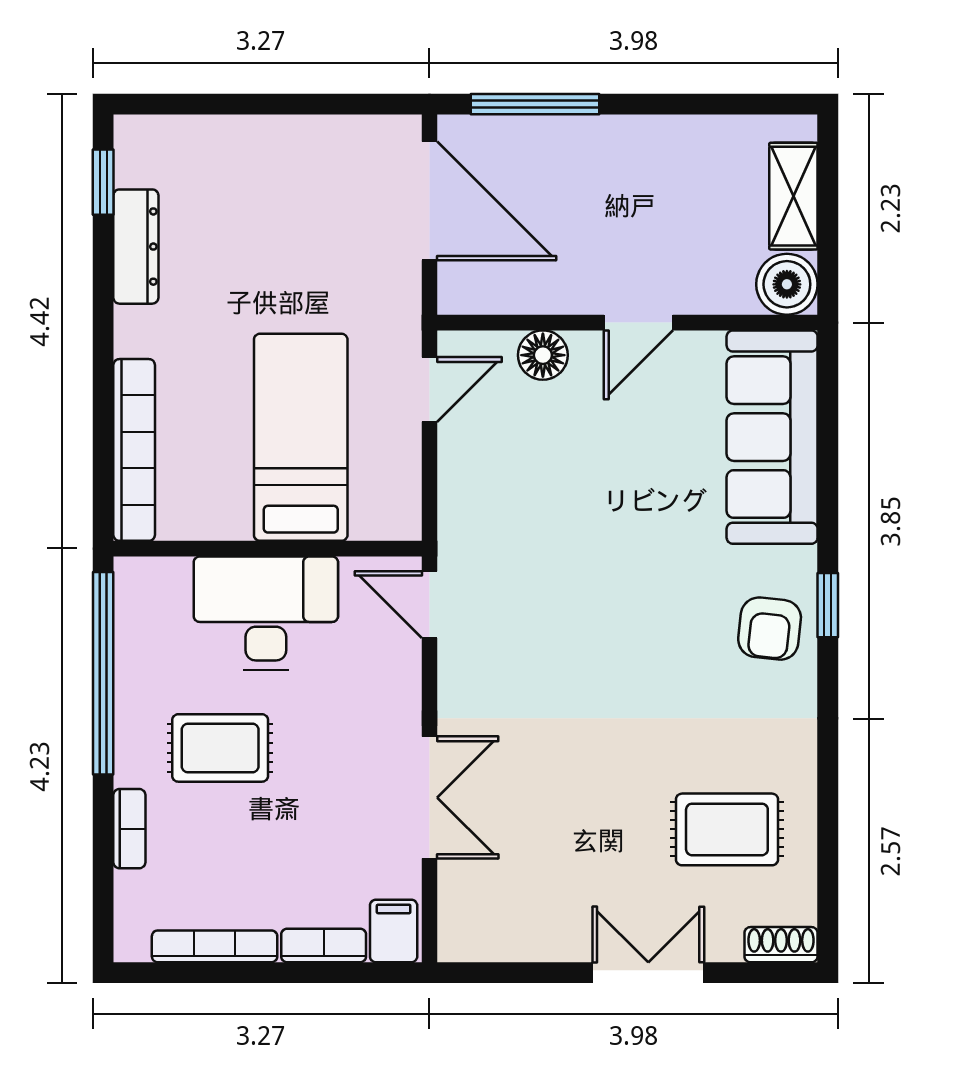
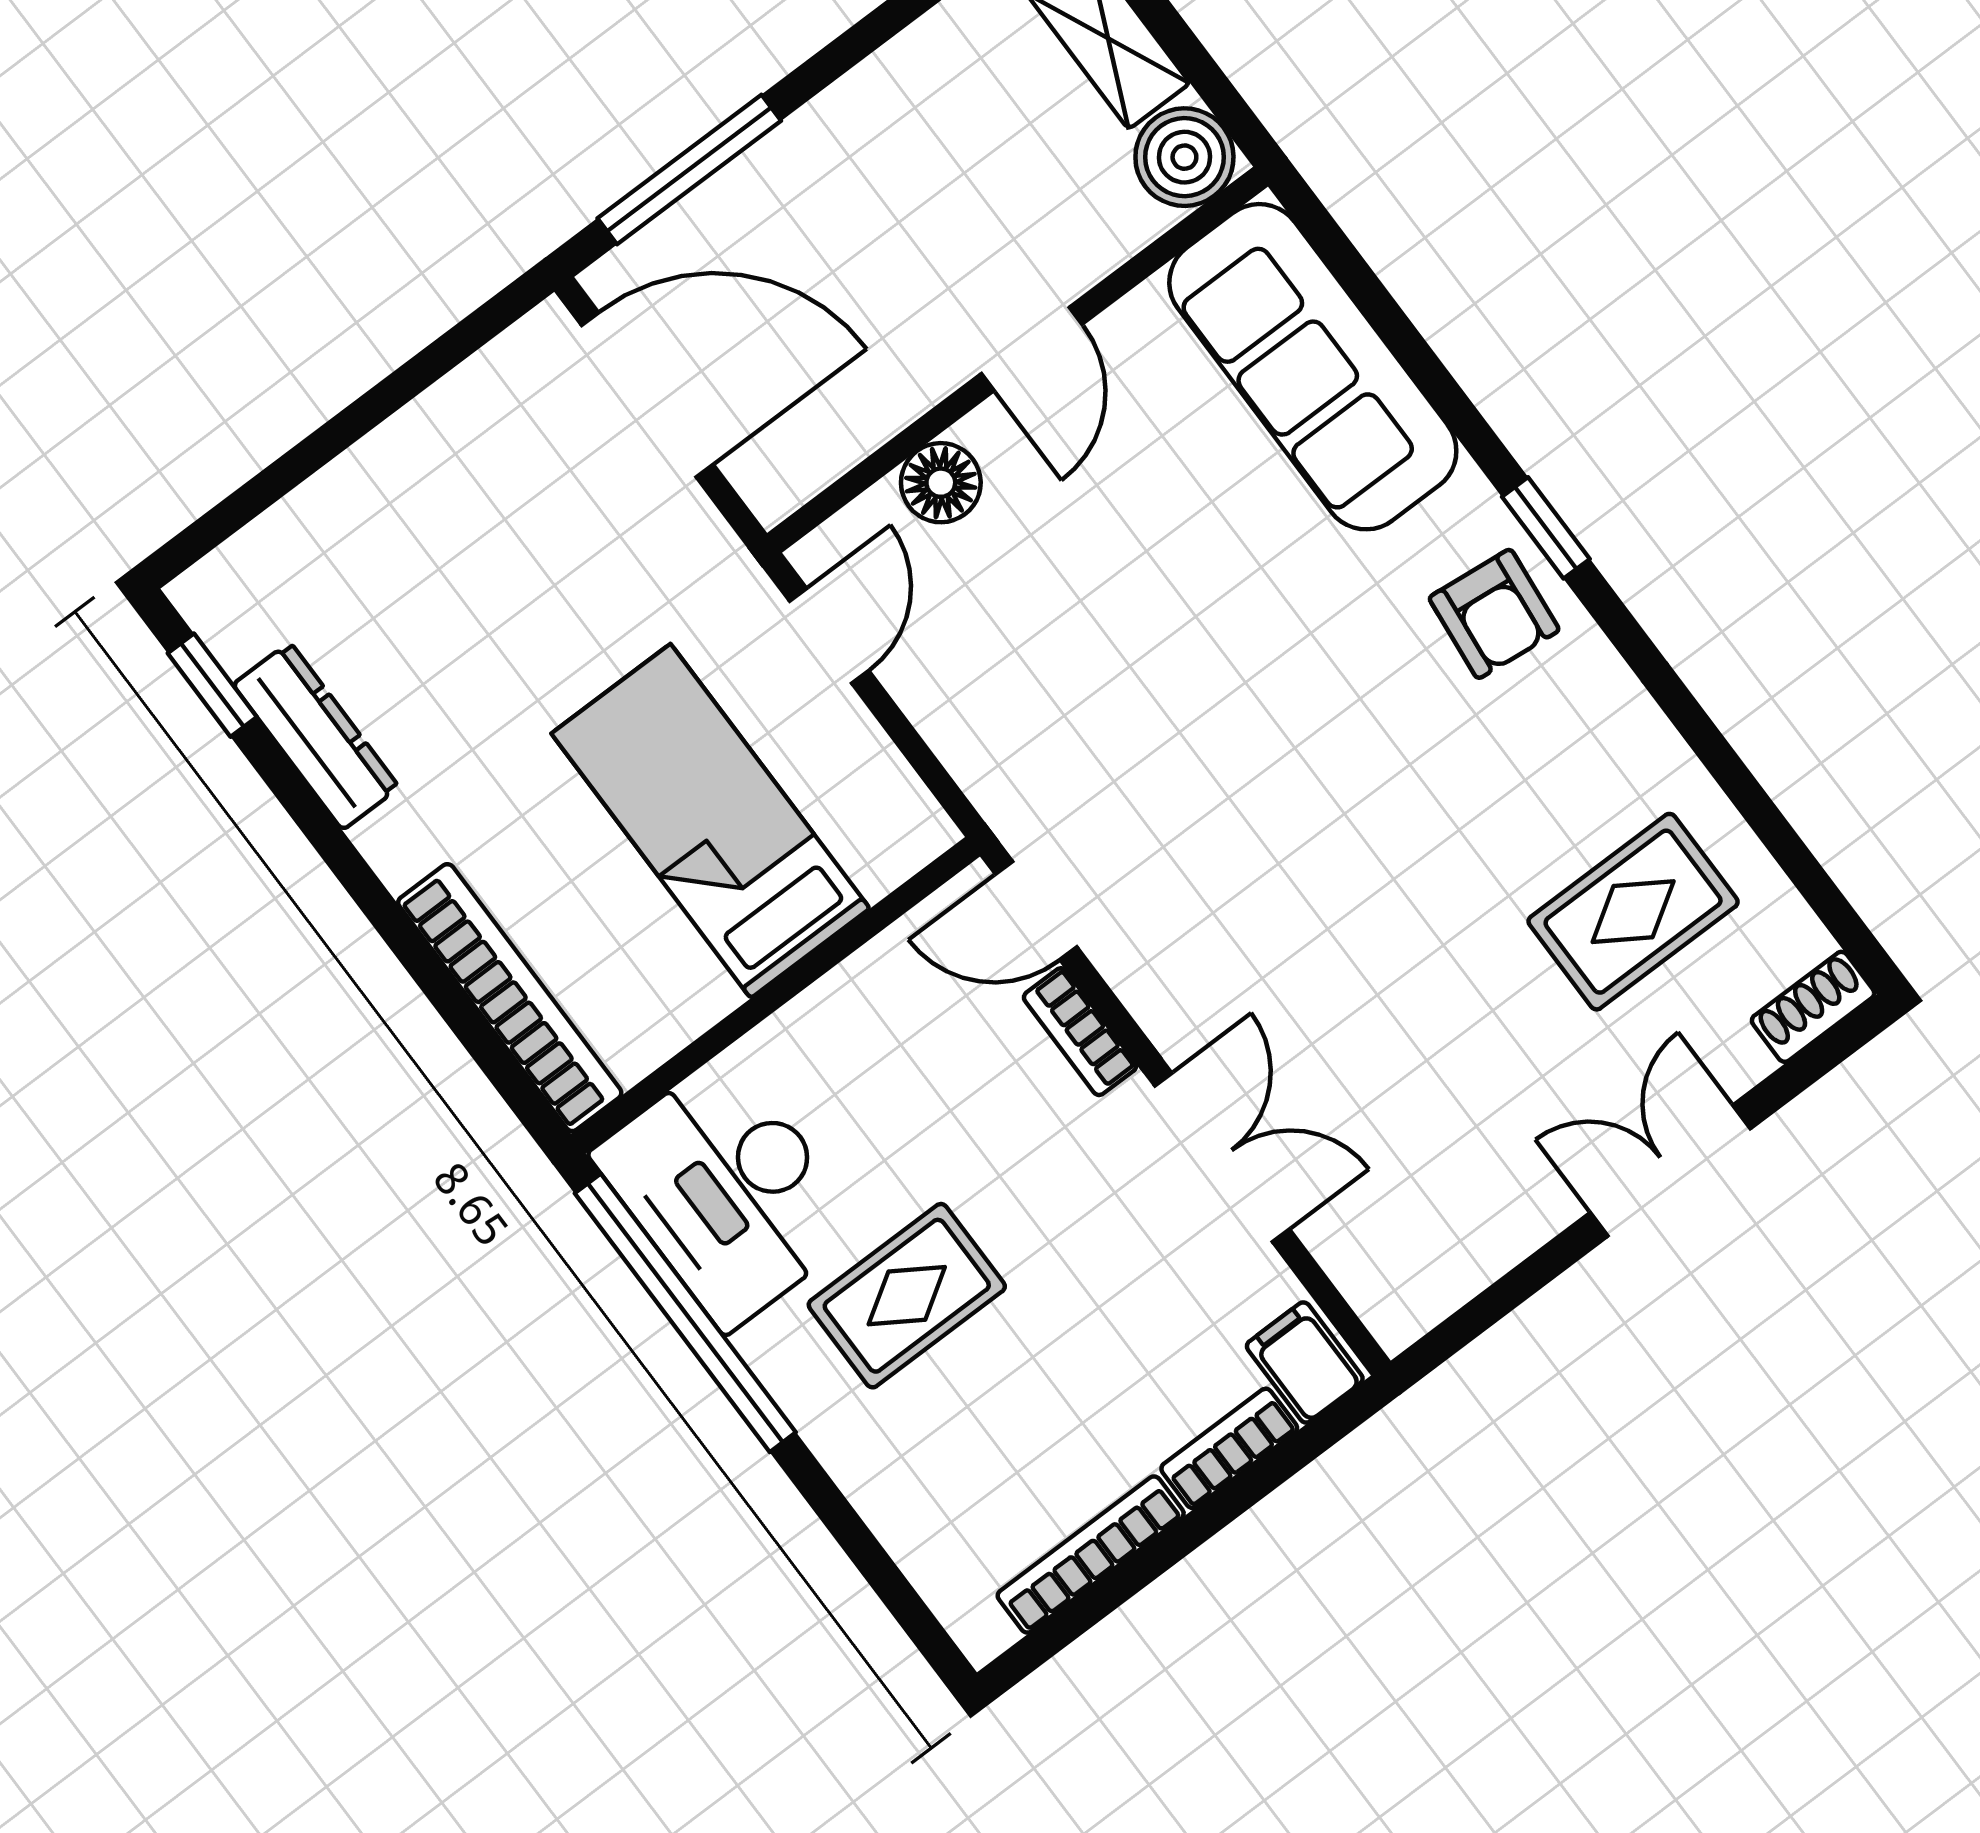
desk: (266, 613) -> (728, 1191), moved, turned -90
bookcase: (129, 829) -> (1080, 1032), moved, turned 180

